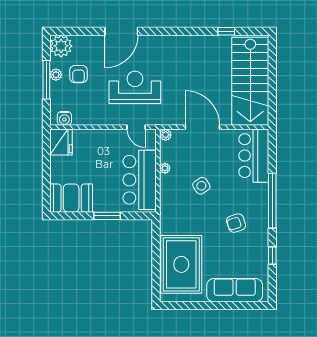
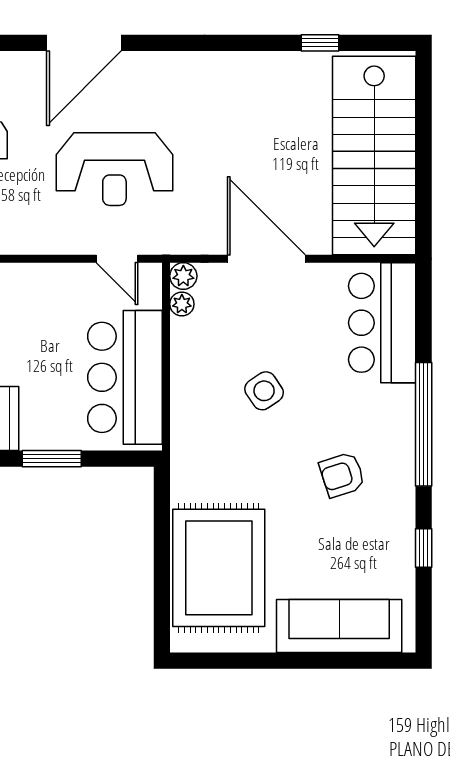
reception desk: (135, 87) -> (114, 169), turned 180
plant: (165, 168) -> (182, 304), moved

